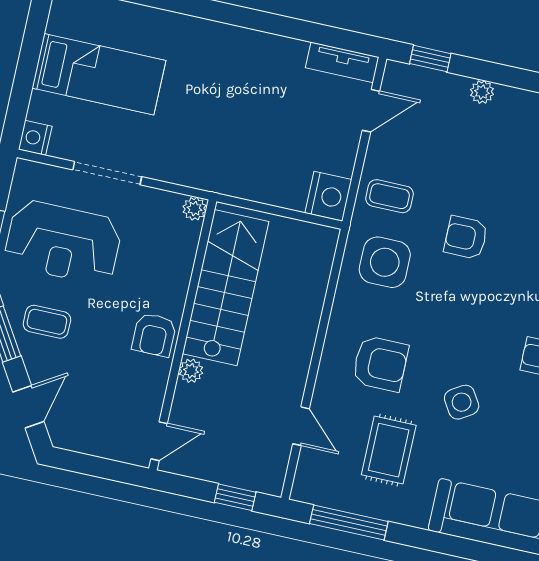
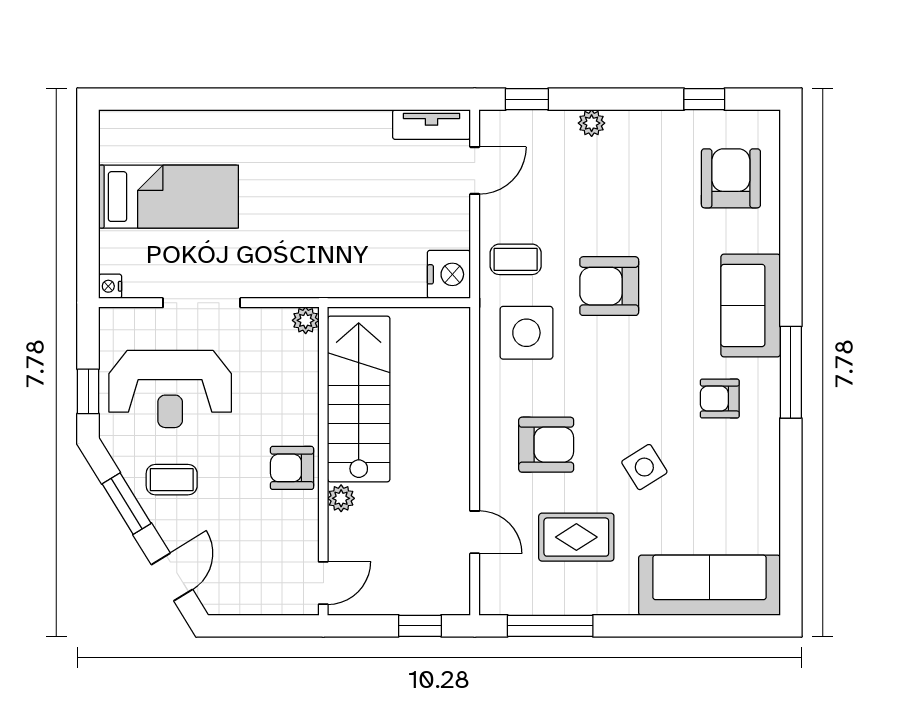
nightstand: (35, 138) -> (110, 286), width x0.72, depth x0.74
armchair: (466, 238) -> (609, 286), width x1.38, depth x1.38
armchair: (154, 335) -> (292, 468), turned 90
rug: (389, 450) -> (576, 537), turned 90

